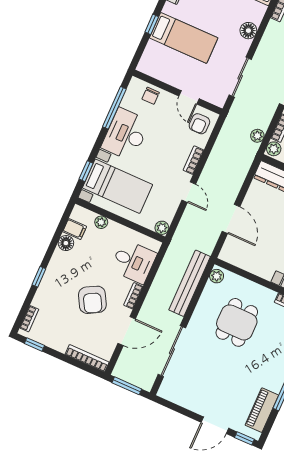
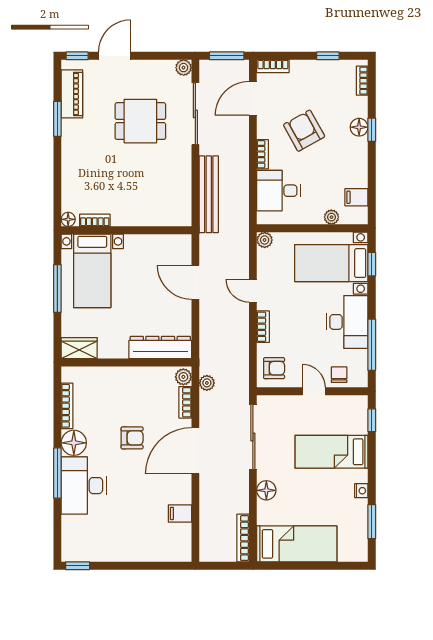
window: (152, 24) -> (372, 420), moved
sliding door: (240, 77) -> (253, 437), width x1.37
door: (189, 97) -> (314, 391), moved
armchair: (199, 124) -> (274, 368), turned 90
floor lamp: (66, 243) -> (359, 127), moved
plant: (217, 276) -> (184, 68), moved
dining table: (237, 322) -> (140, 121), moved, turned 90
door: (127, 331) -> (253, 98), moved
window: (34, 344) -> (328, 56), moved
bookcase: (87, 358) -> (273, 66), width x0.64

